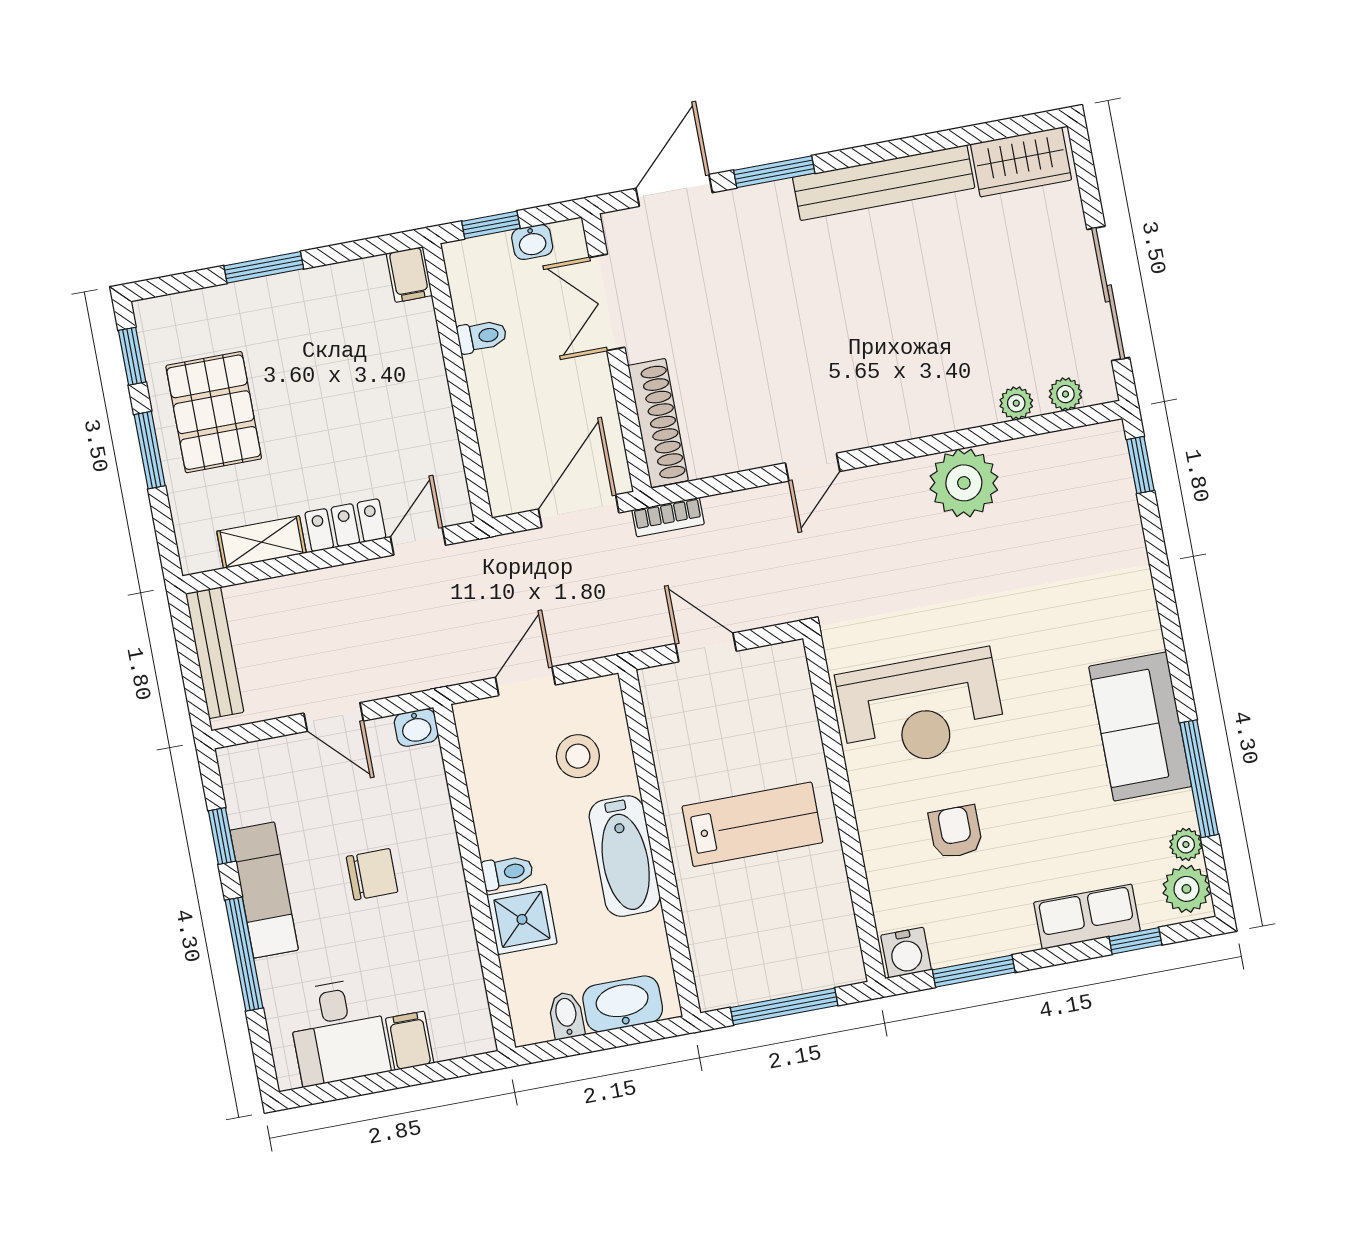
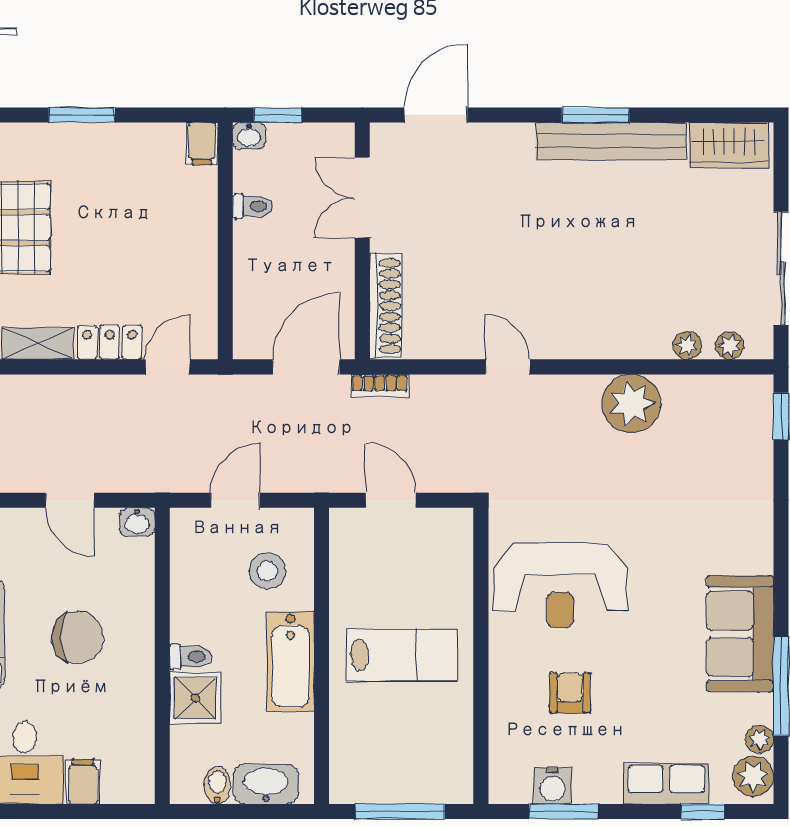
window: (774, 172) -> (595, 115), moved
washbasin: (532, 242) -> (249, 136), moved
door: (813, 467) -> (508, 367), swing flipped
chair: (372, 874) -> (77, 637), width x1.37, depth x1.37
water cooler: (906, 953) -> (553, 786), moved

